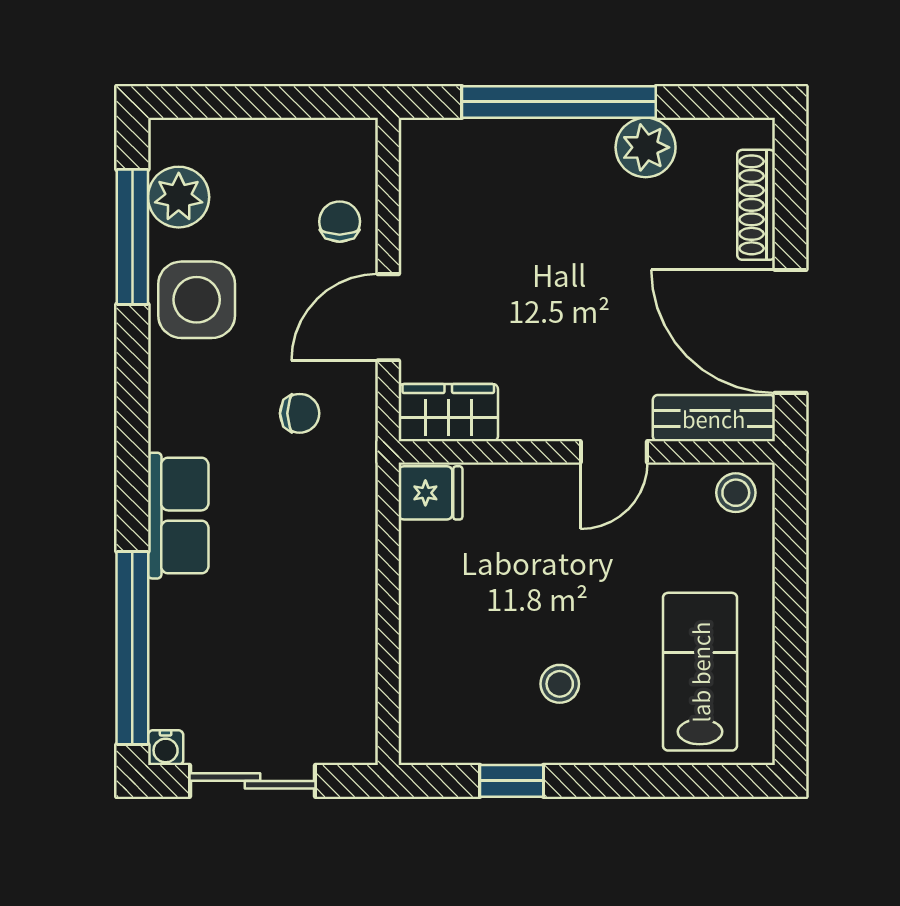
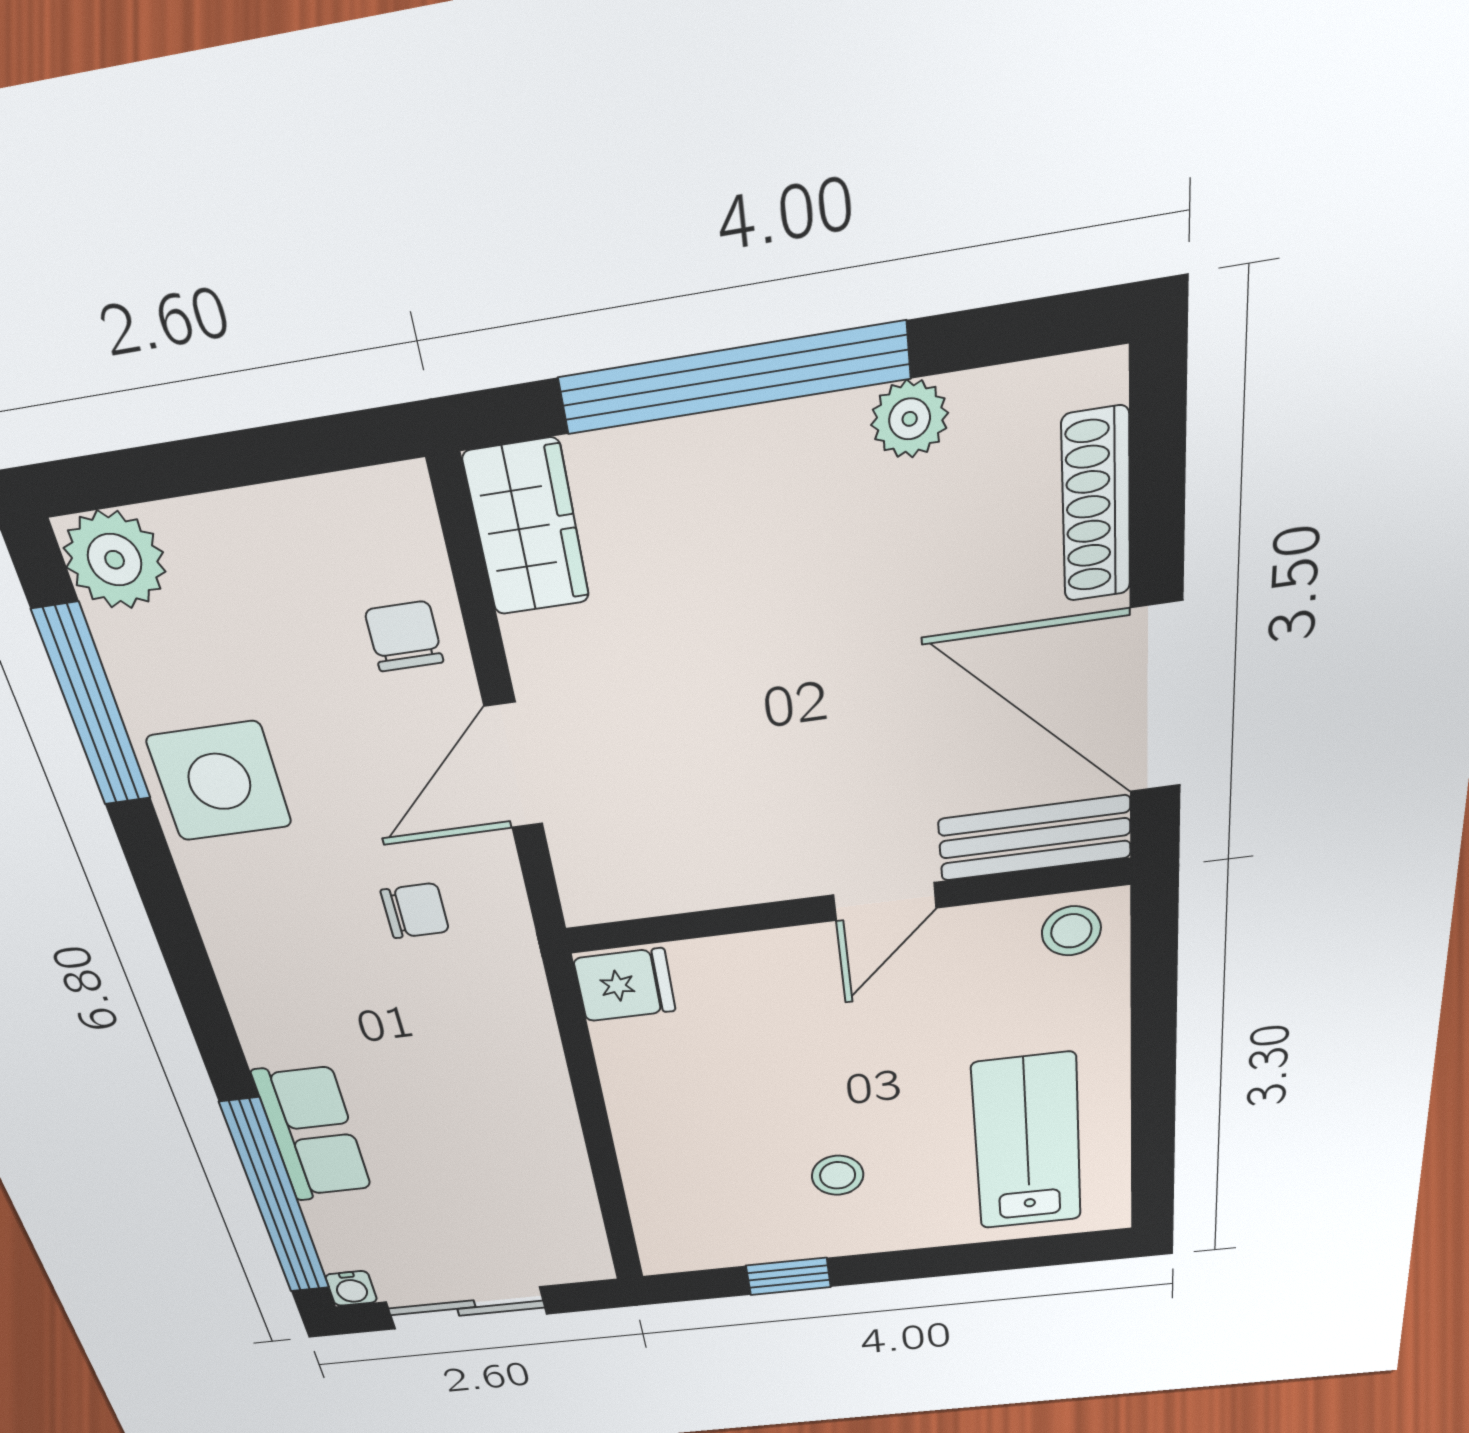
plant: (646, 147) -> (910, 419), width x0.73, depth x0.73
plant: (179, 197) -> (115, 560), moved
wardrobe: (448, 413) -> (527, 528), moved, turned 90
row of seats: (178, 516) -> (313, 1133), moved

